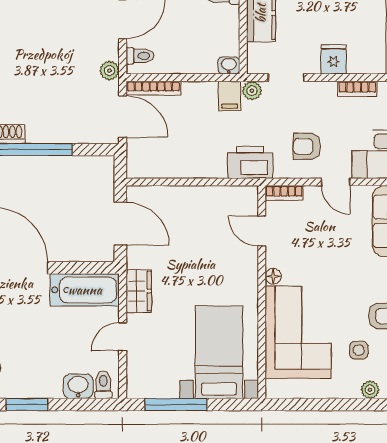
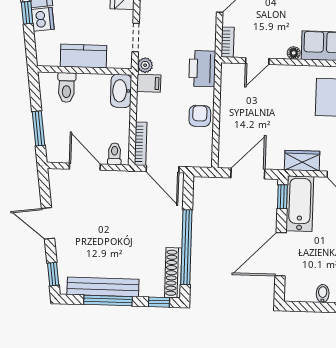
washbasin: (229, 65) -> (121, 91), width x1.91, depth x1.45
plant: (110, 71) -> (126, 178), removed
door: (123, 117) -> (163, 169), swing flipped
armchair: (307, 146) -> (200, 116), moved, turned 180
window: (93, 268) -> (282, 197), added

